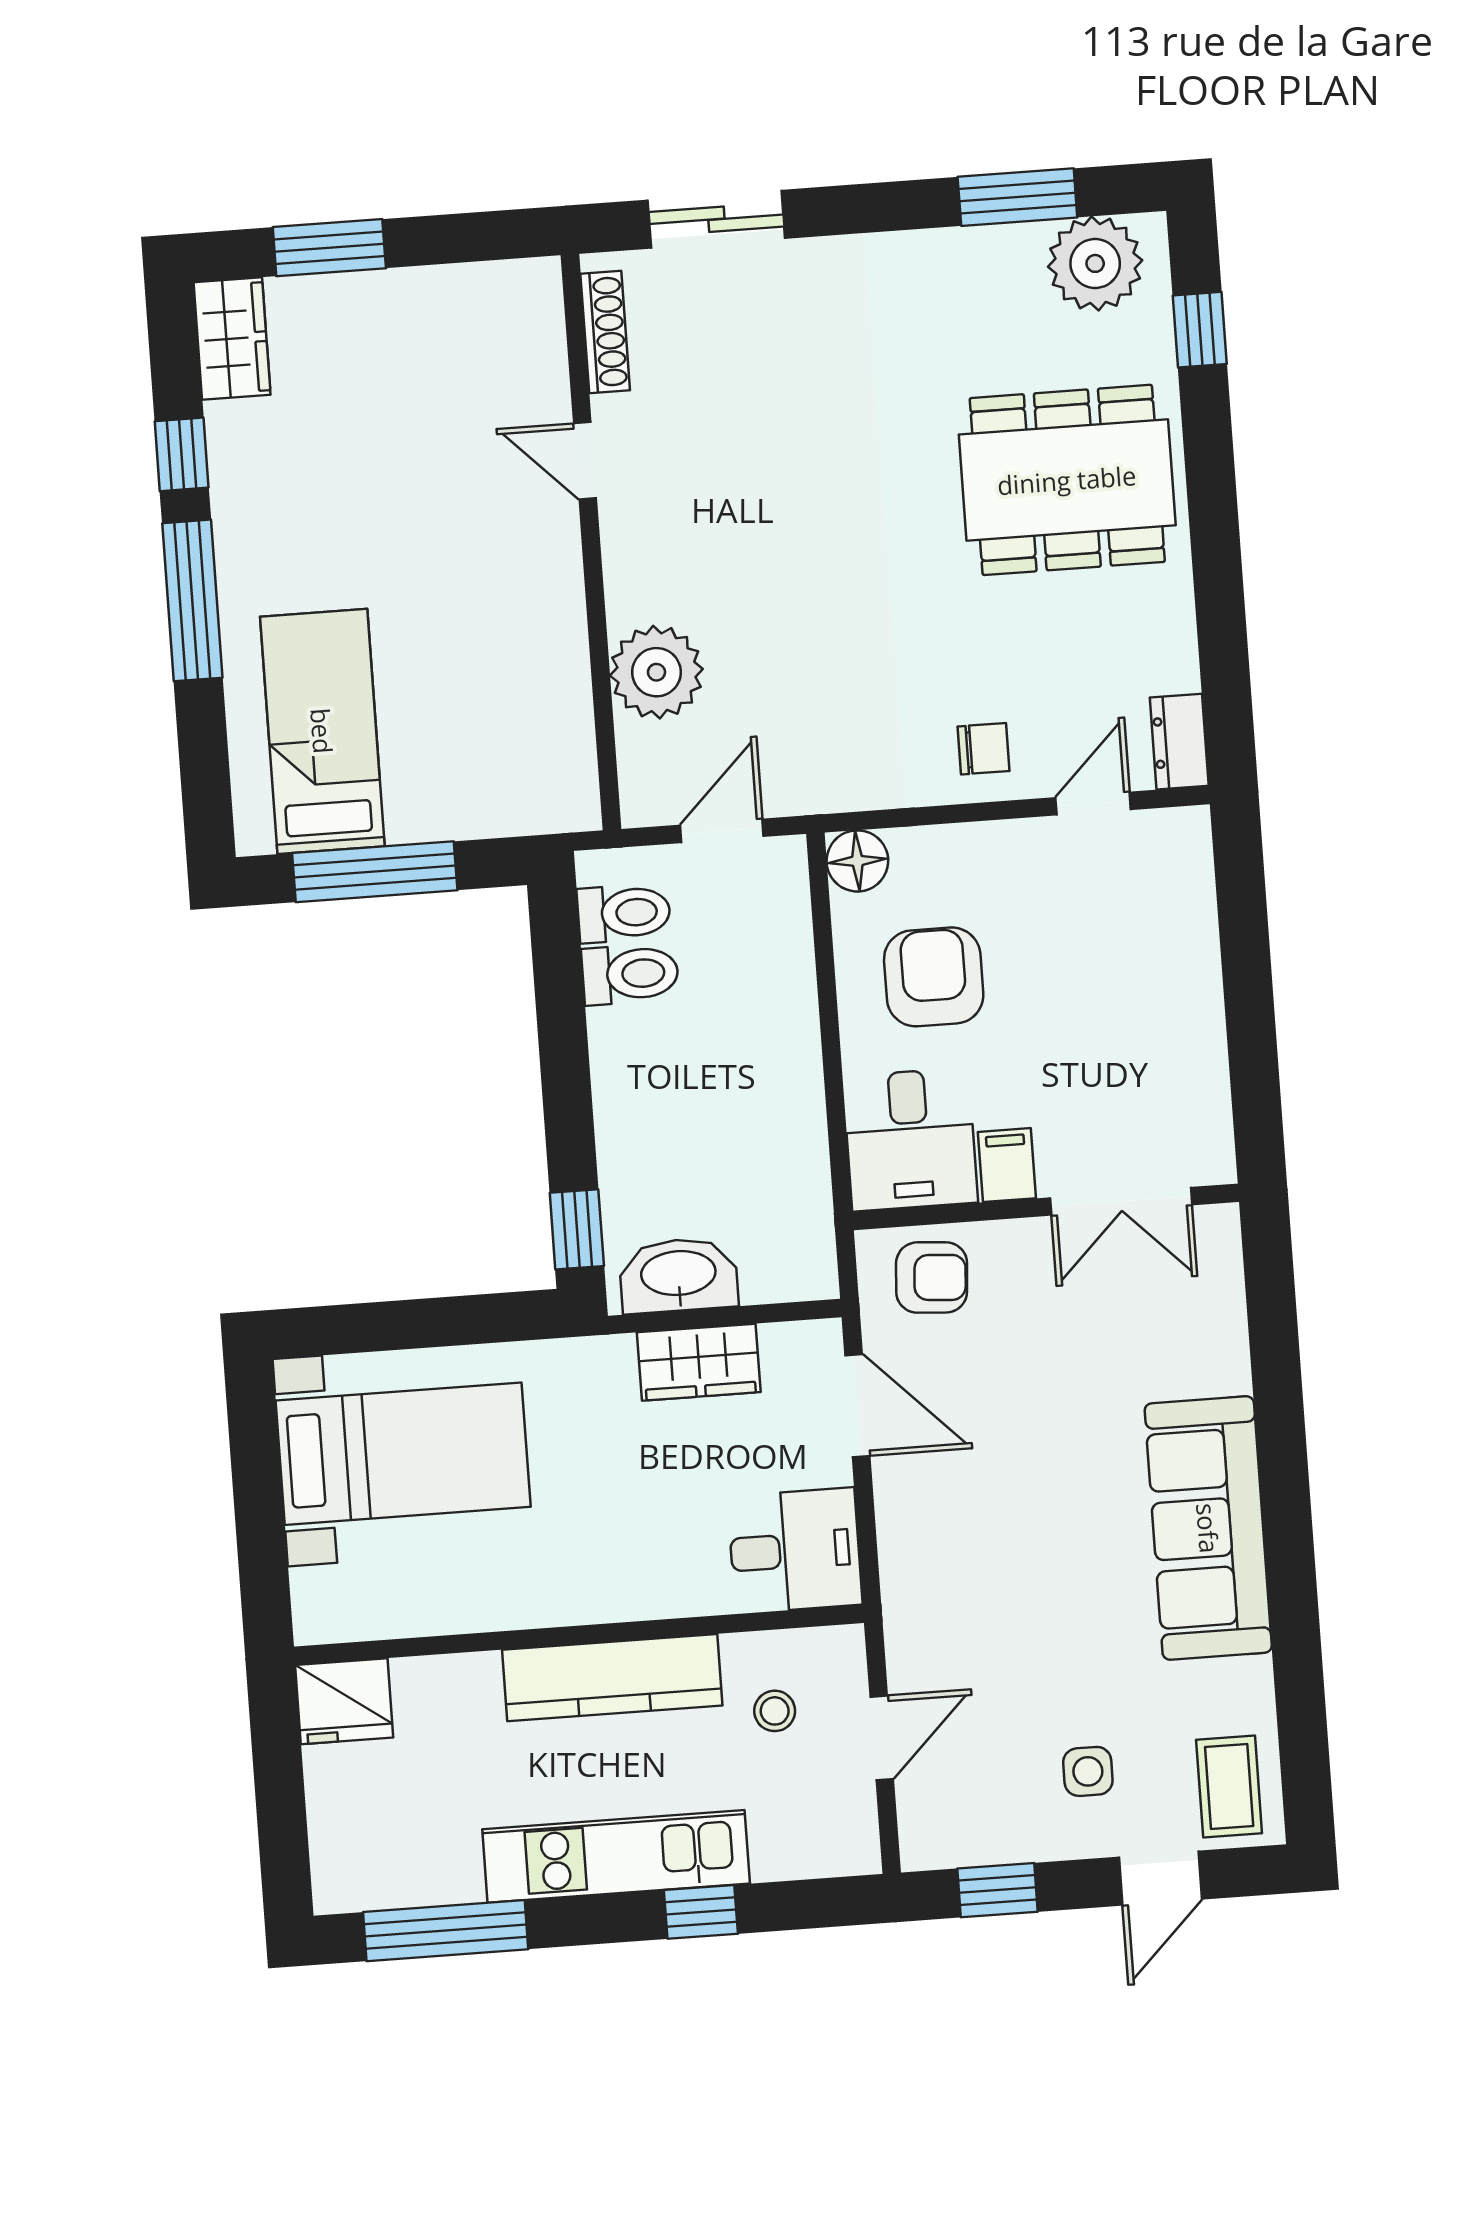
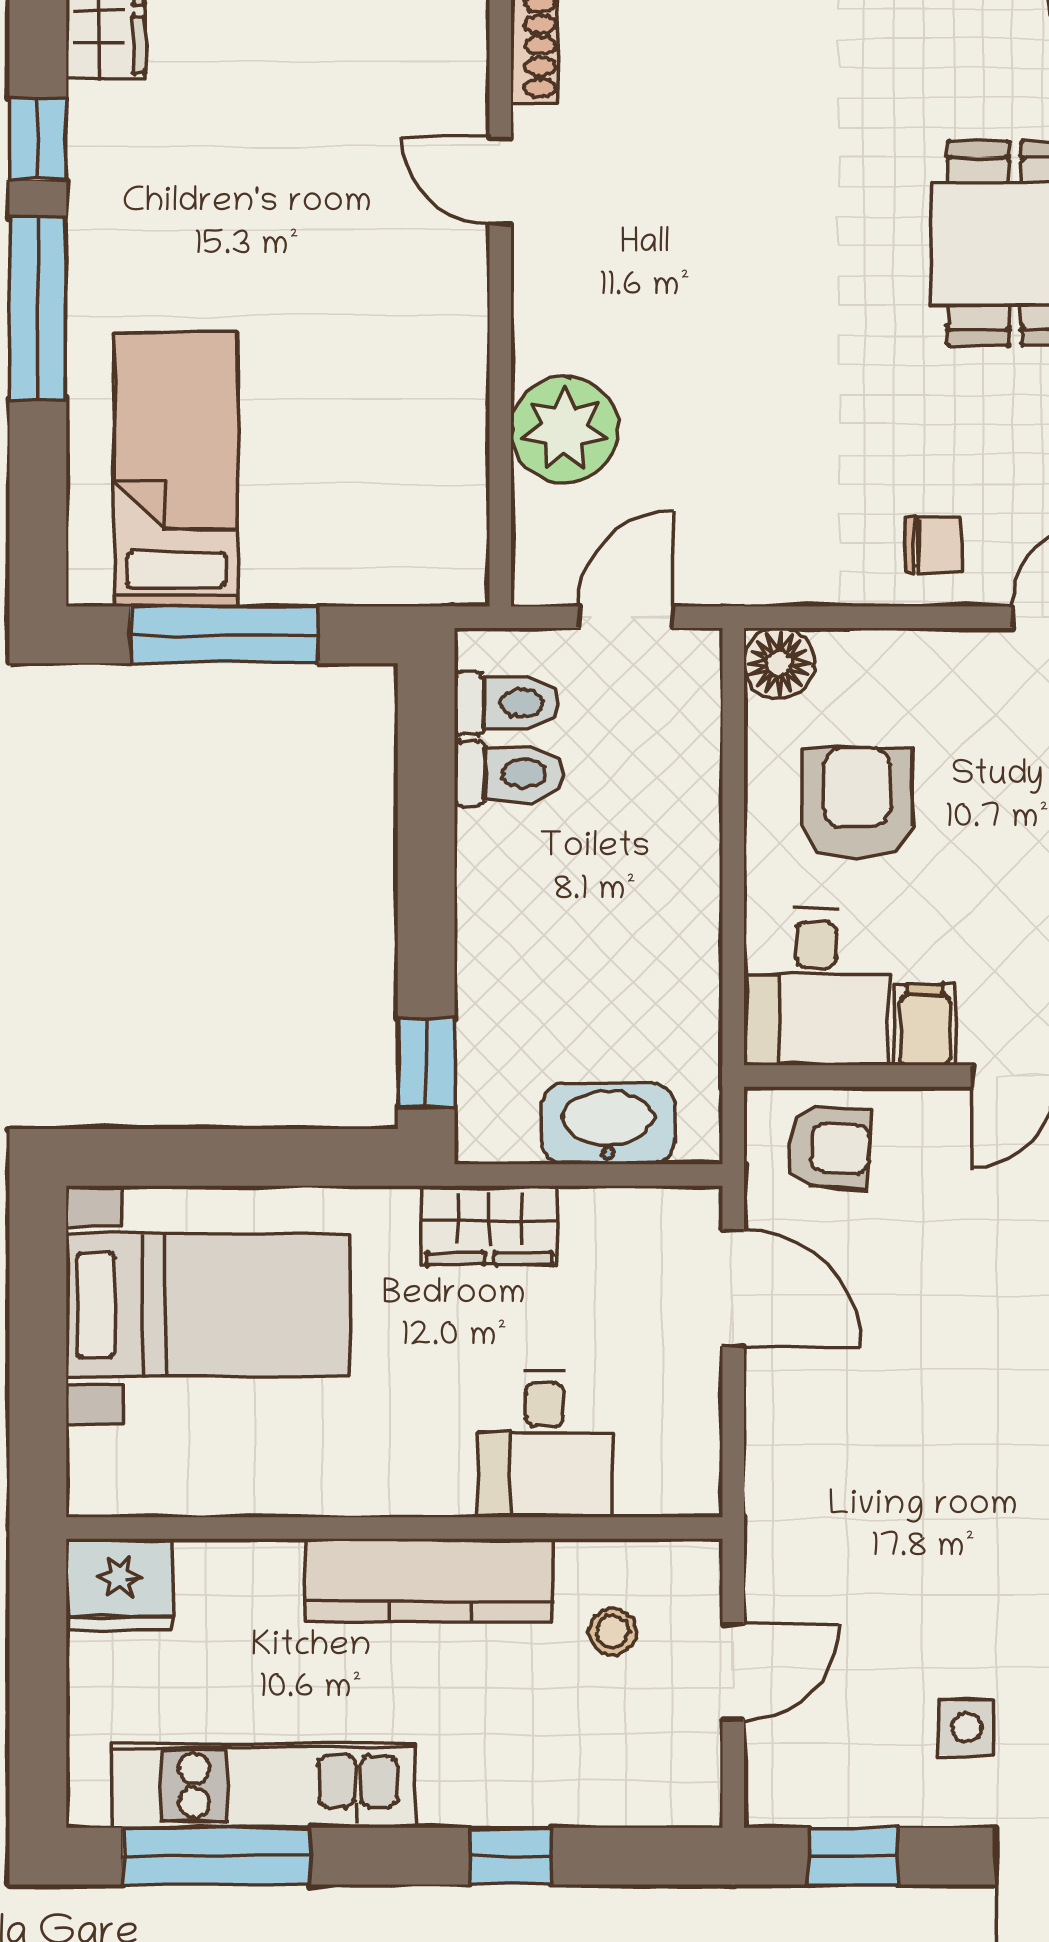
washbasin: (678, 1275) -> (608, 1124), moved
wardrobe: (699, 1362) -> (490, 1225), moved
desk: (795, 1551) -> (545, 1444), moved, turned 90
kitchen unit: (616, 1856) -> (264, 1785), moved

